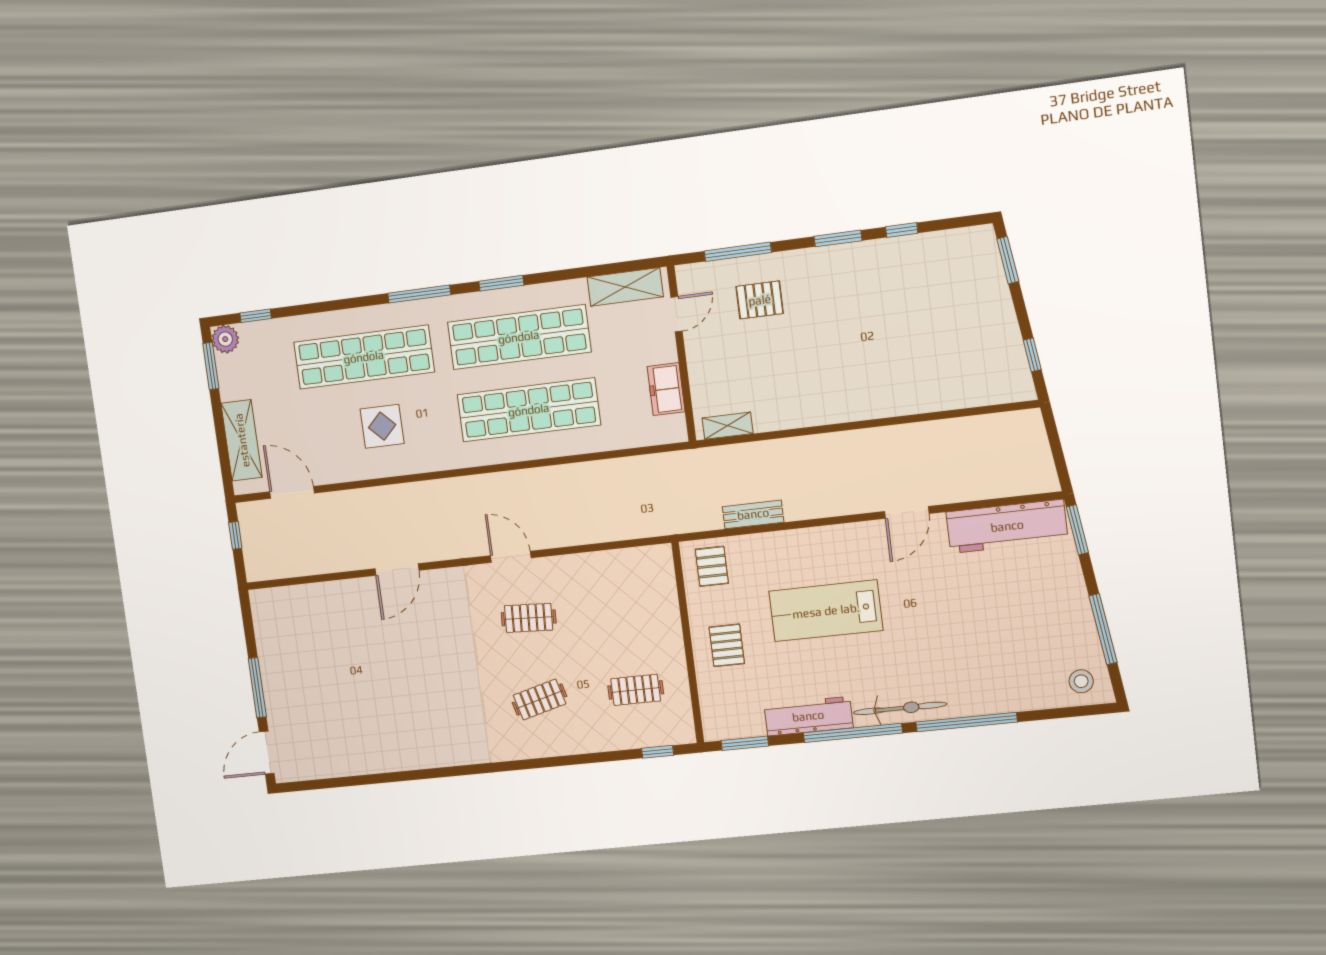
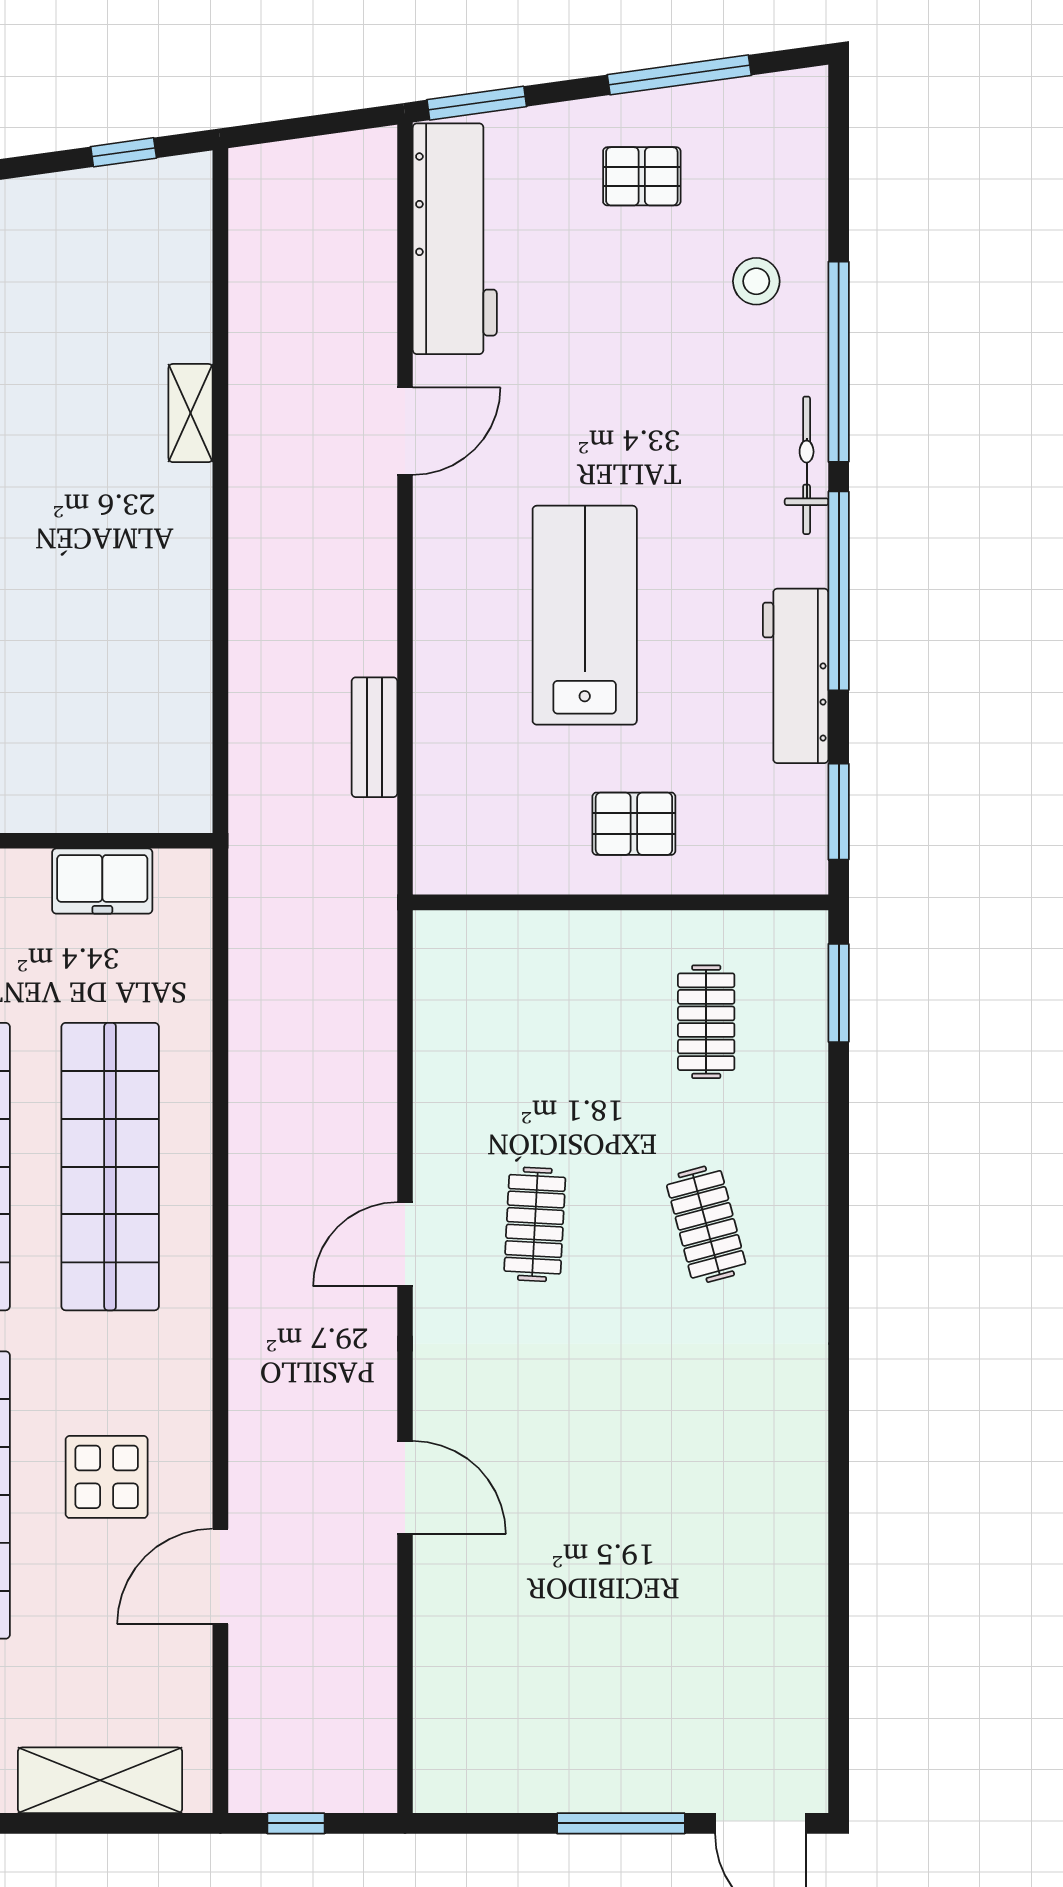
shelving: (728, 426) -> (191, 413), moved
door: (292, 492) -> (220, 1576), moved
door: (907, 512) -> (405, 431), hinge flipped
pallet: (712, 566) -> (642, 176), moved
lab bench: (826, 611) -> (585, 615), turned 180
stool: (1081, 681) -> (756, 281), moved
bicycle: (900, 708) -> (807, 465), width x0.73, depth x0.71
window: (658, 752) -> (839, 993), width x1.50

